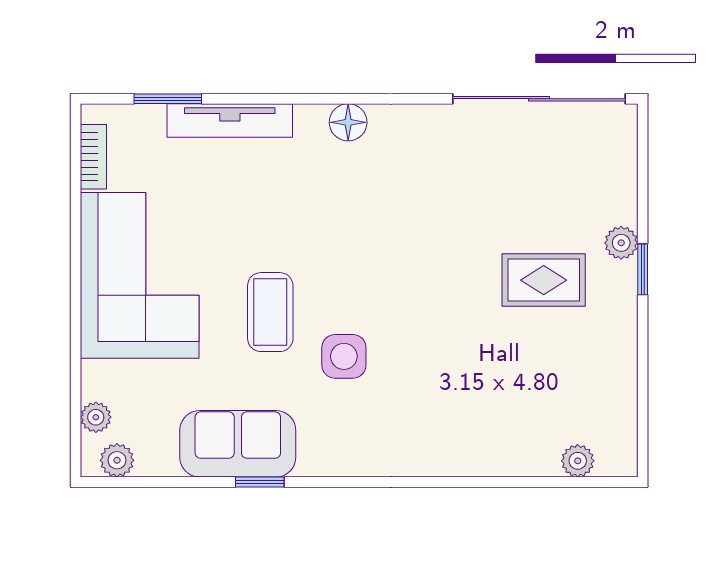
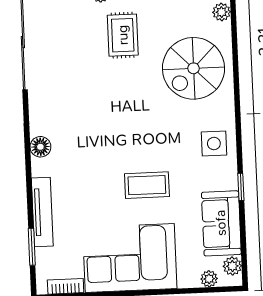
side table: (344, 356) -> (214, 143), moved
spiral stairs: (478, 406) -> (193, 68), added
sofa: (238, 444) -> (221, 223), moved

